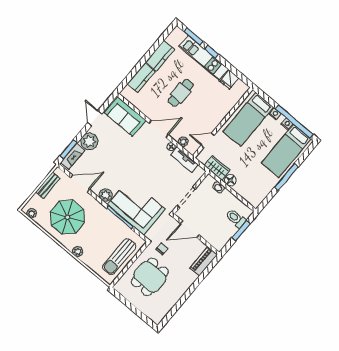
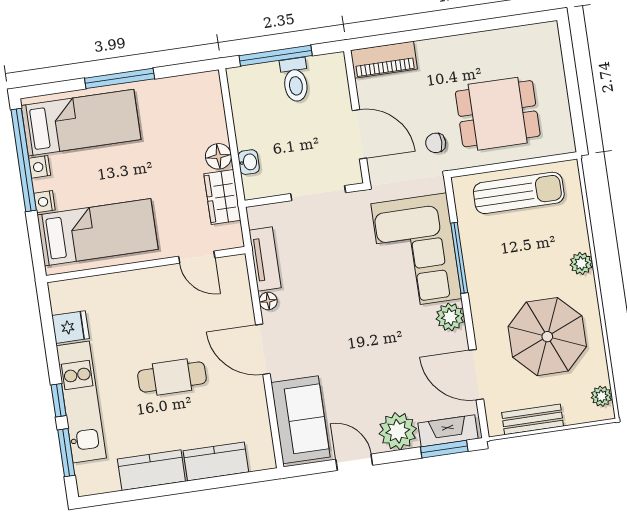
door: (95, 118) -> (354, 462), swing flipped
plant: (183, 142) -> (240, 291), removed
toilet: (236, 218) -> (295, 80), moved
window: (241, 231) -> (276, 56), width x1.44

